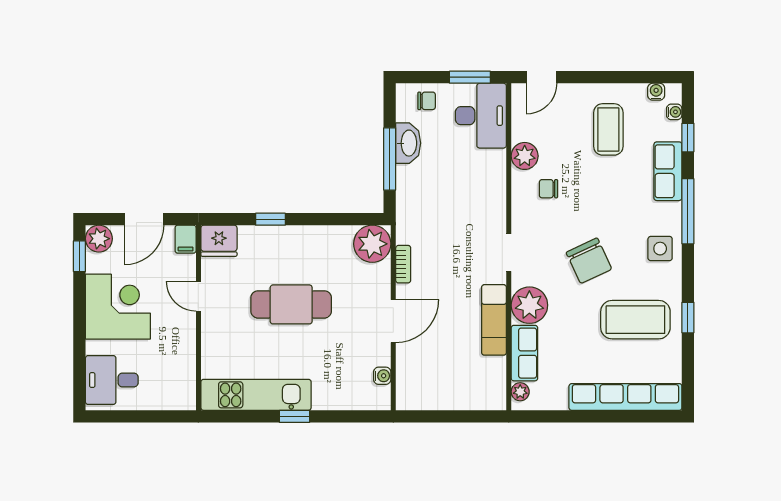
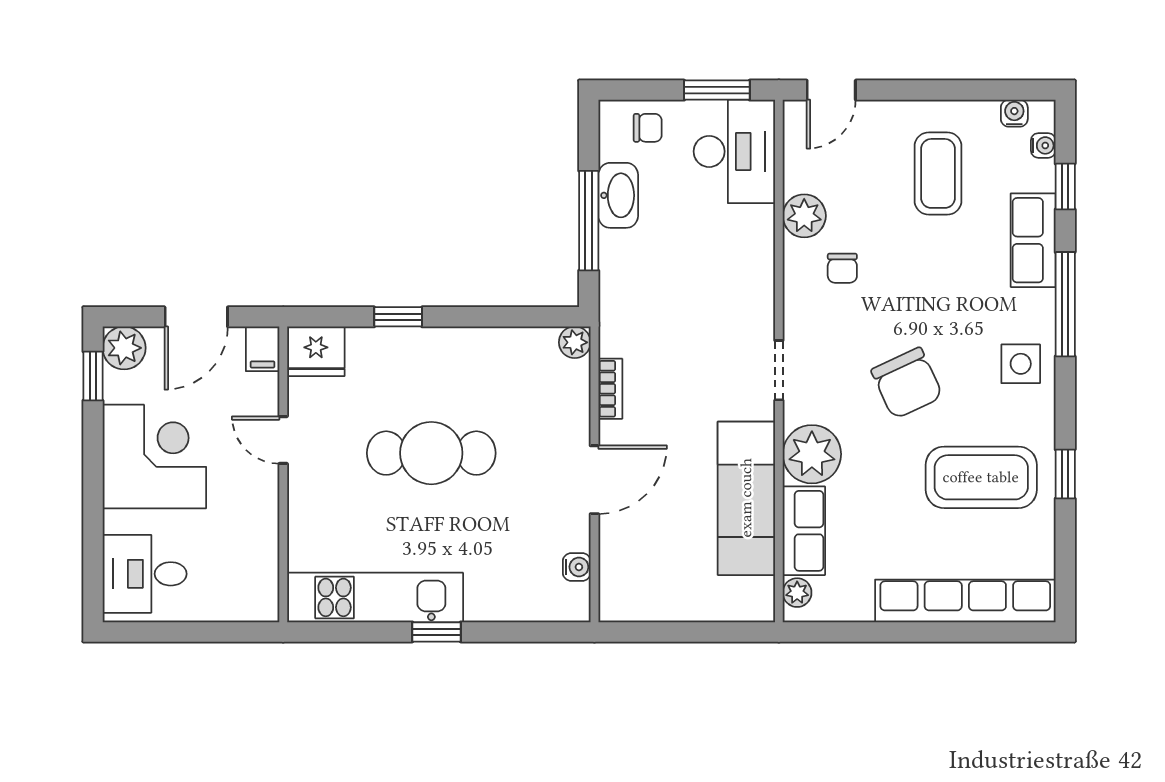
chair: (548, 189) -> (842, 268), turned -90
plant: (372, 244) -> (575, 342), width x0.53, depth x0.53
exam couch: (494, 320) -> (746, 498), width x1.36, depth x1.45

